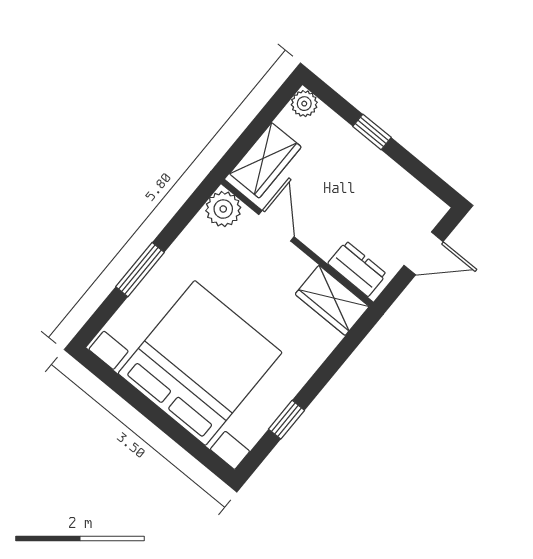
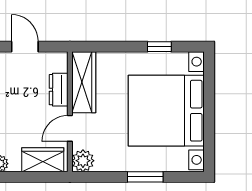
dresser: (357, 269) -> (59, 90), moved
wardrobe: (332, 300) -> (84, 82), width x1.50

